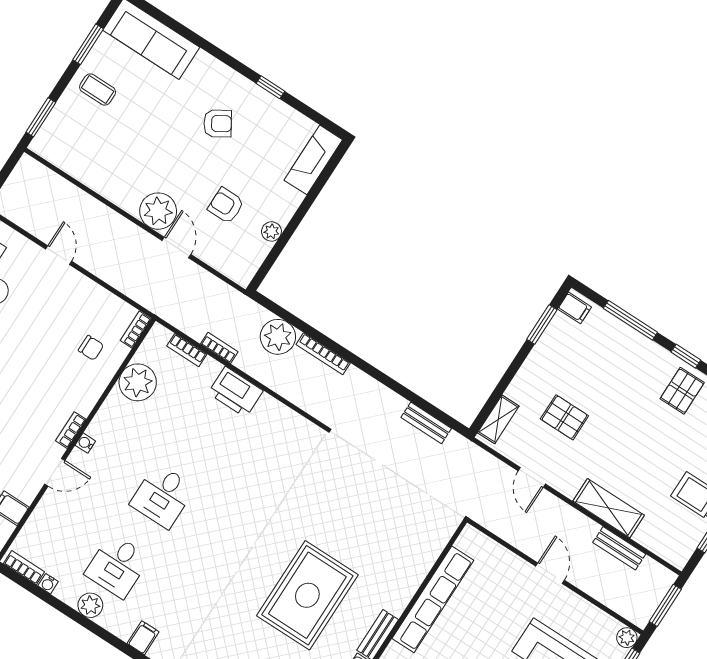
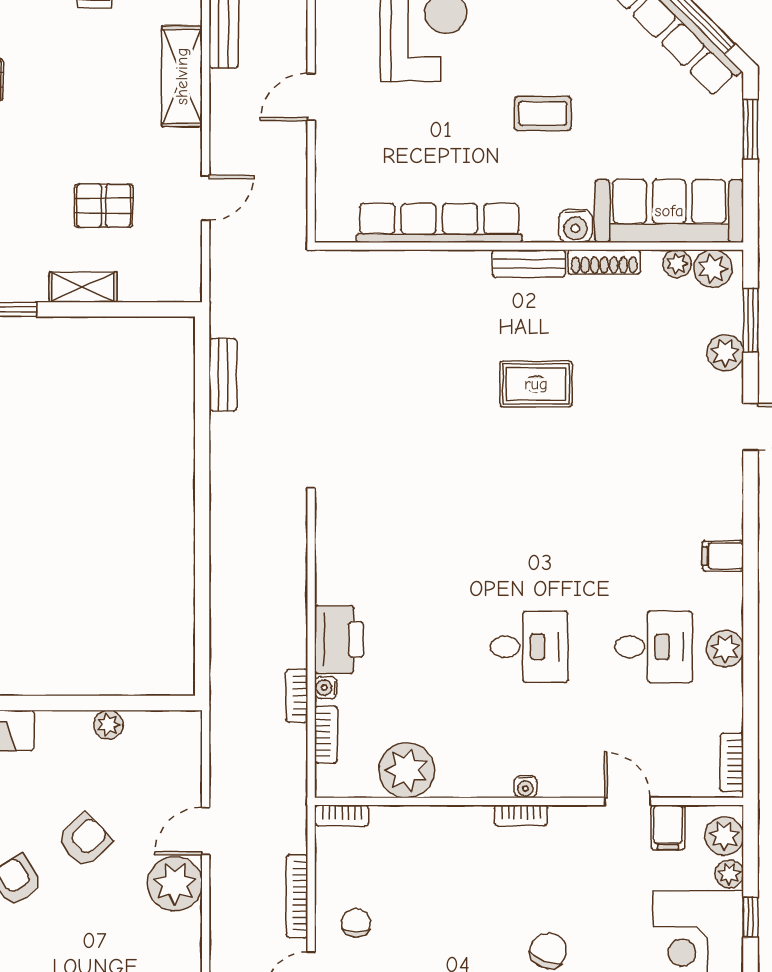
armchair: (226, 206) -> (84, 840), moved, turned -134
plant: (278, 337) -> (235, 631), removed
chair: (91, 348) -> (356, 923), moved
bookcase: (323, 354) -> (297, 896), moved, turned 180
pallet: (564, 417) -> (104, 206), turned 90
shelving: (498, 419) -> (83, 287), moved
door: (55, 472) -> (627, 801), moved
water cooler: (48, 584) -> (326, 688), moved, turned 180
rug: (307, 595) -> (536, 384), width x0.54, depth x0.49

